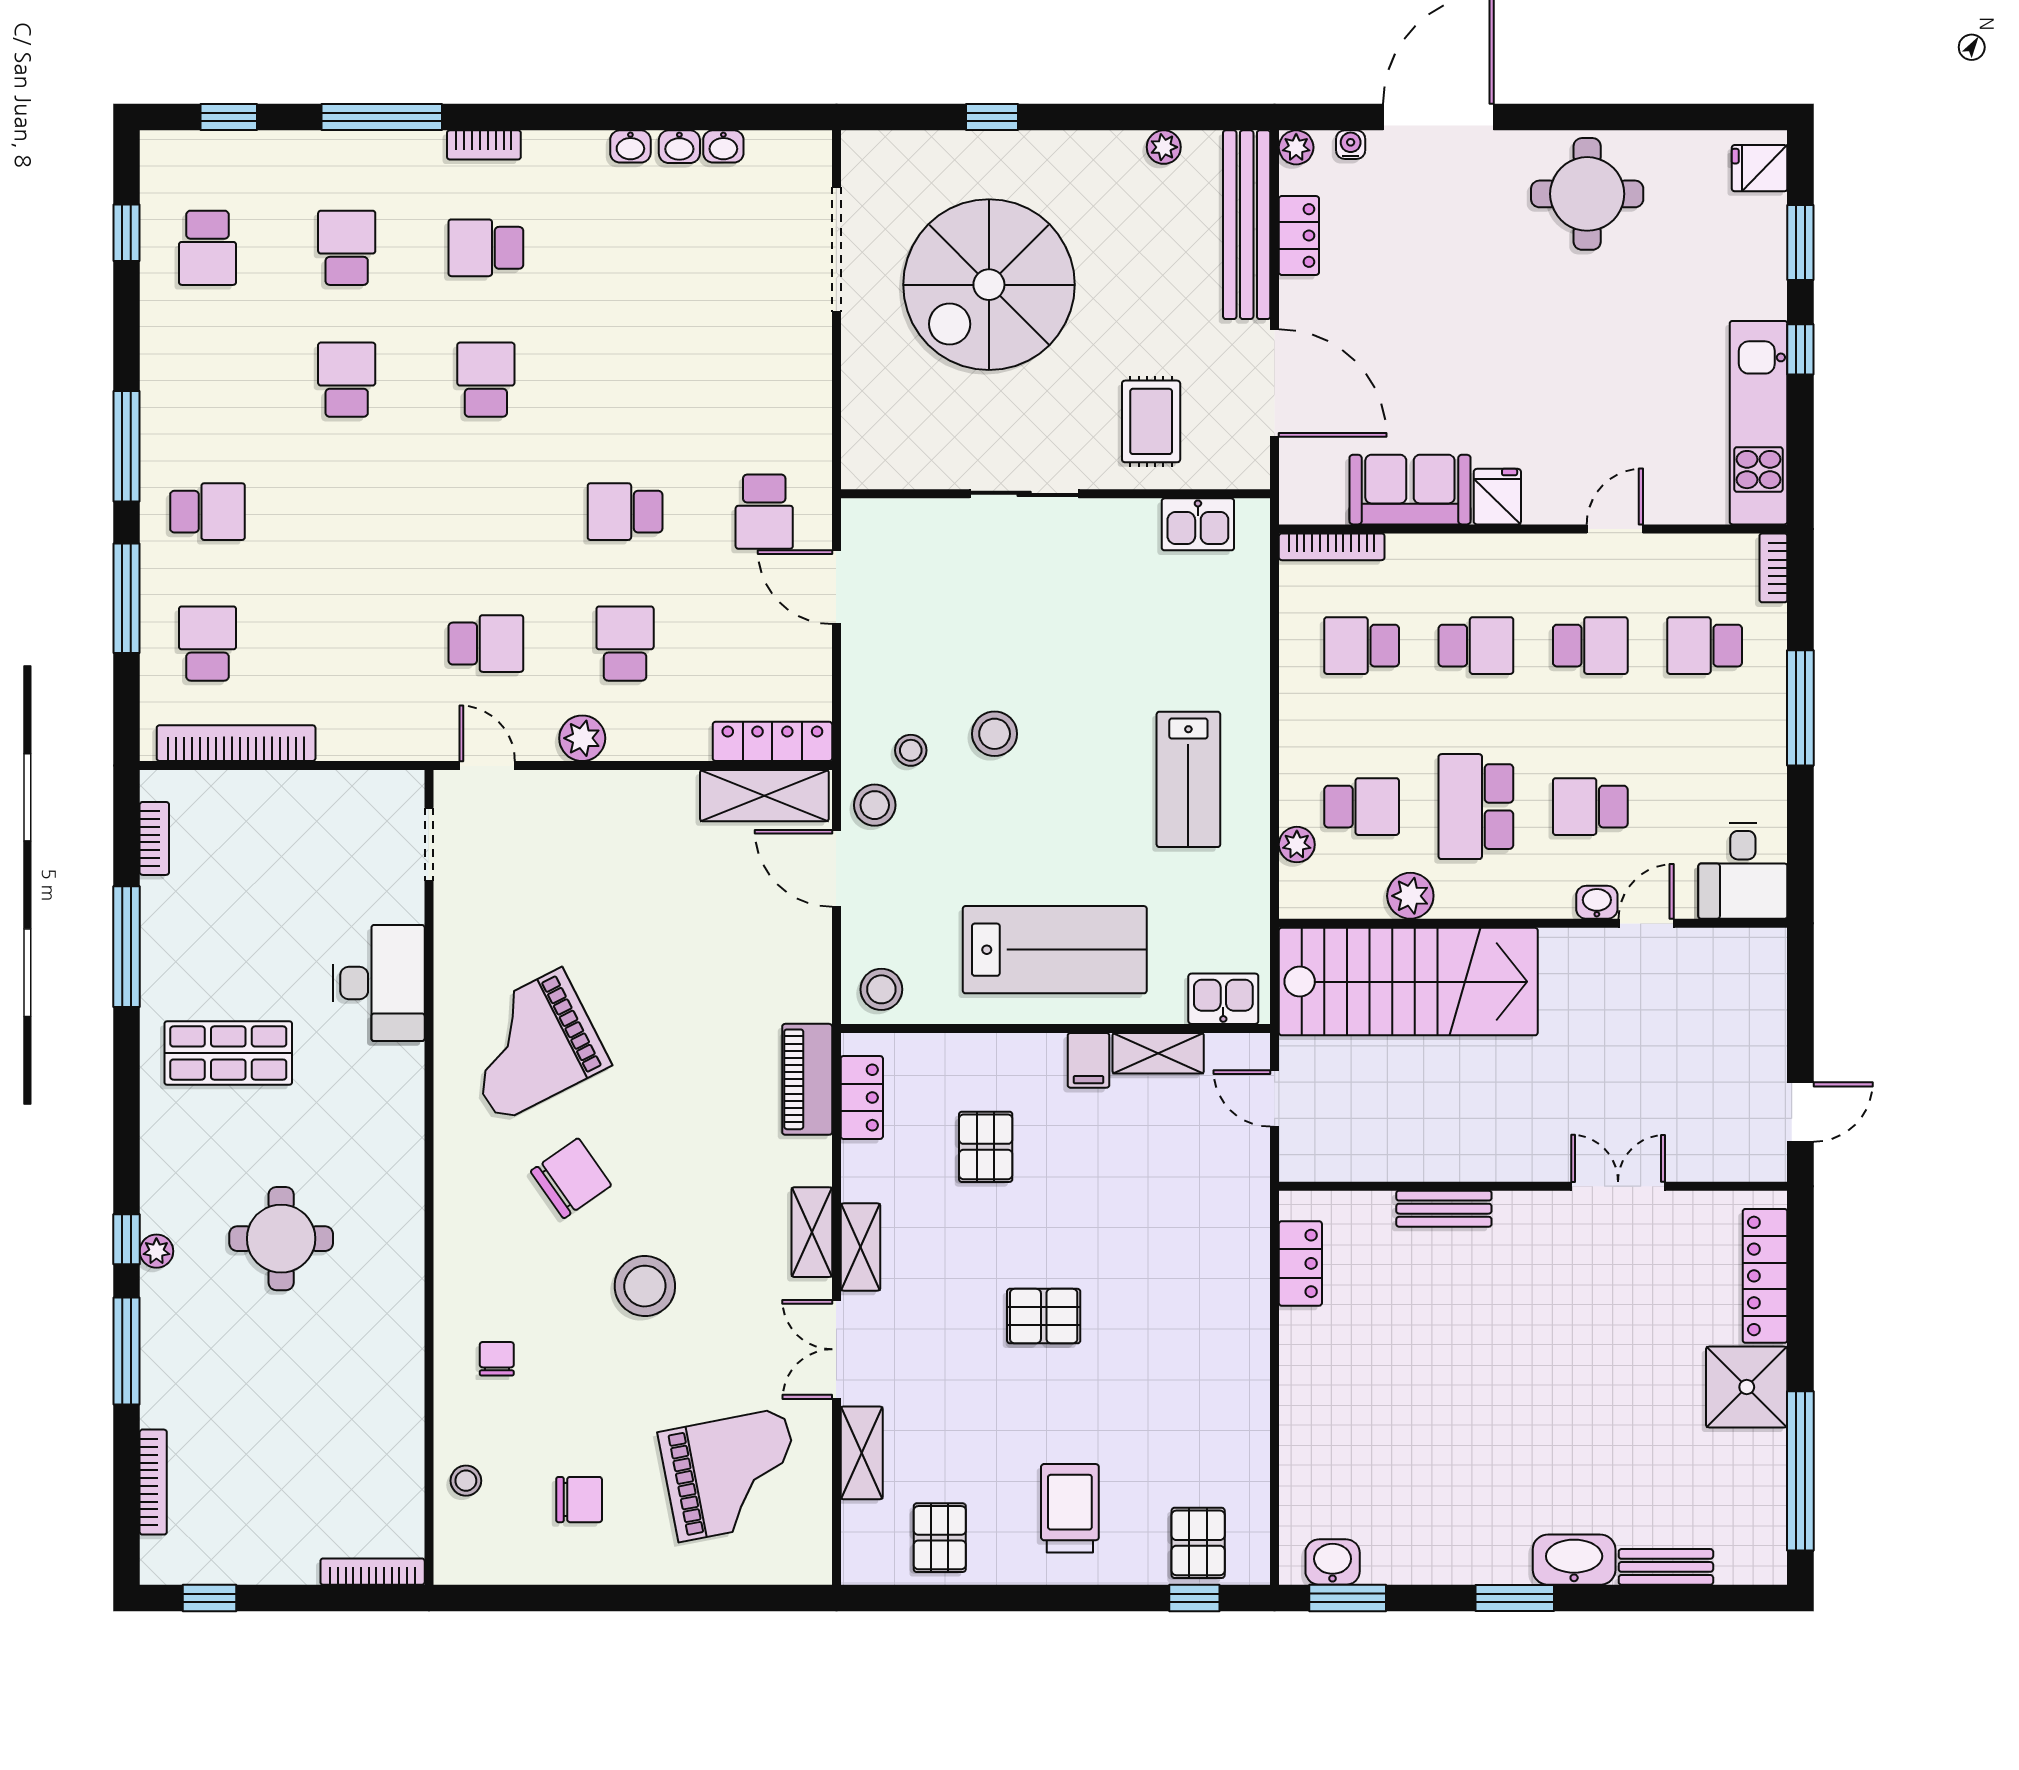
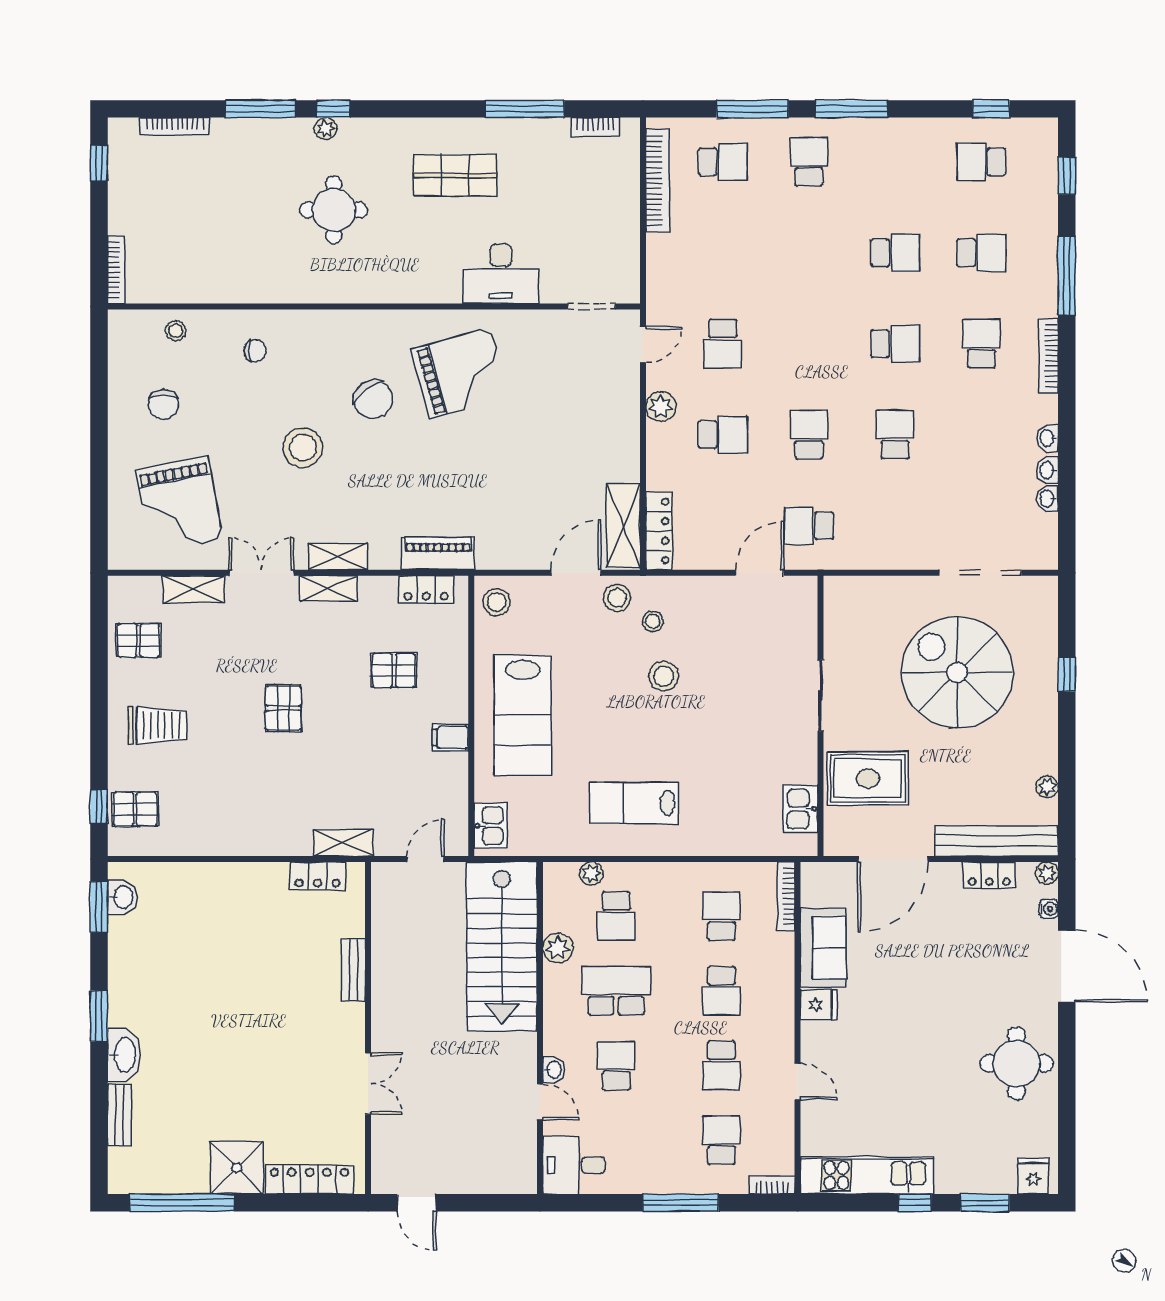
bookcase: (484, 145) -> (1049, 356), width x1.56
school desk: (625, 380) -> (895, 435), added
rug: (1151, 421) -> (868, 778), width x1.36, depth x1.43
school desk: (208, 512) -> (809, 162), turned 180
grand piano: (530, 1045) -> (460, 373), turned 101
shop shelf: (228, 1053) -> (455, 175), turned 90
shelving: (1158, 1053) -> (343, 843), moved, turned 90

